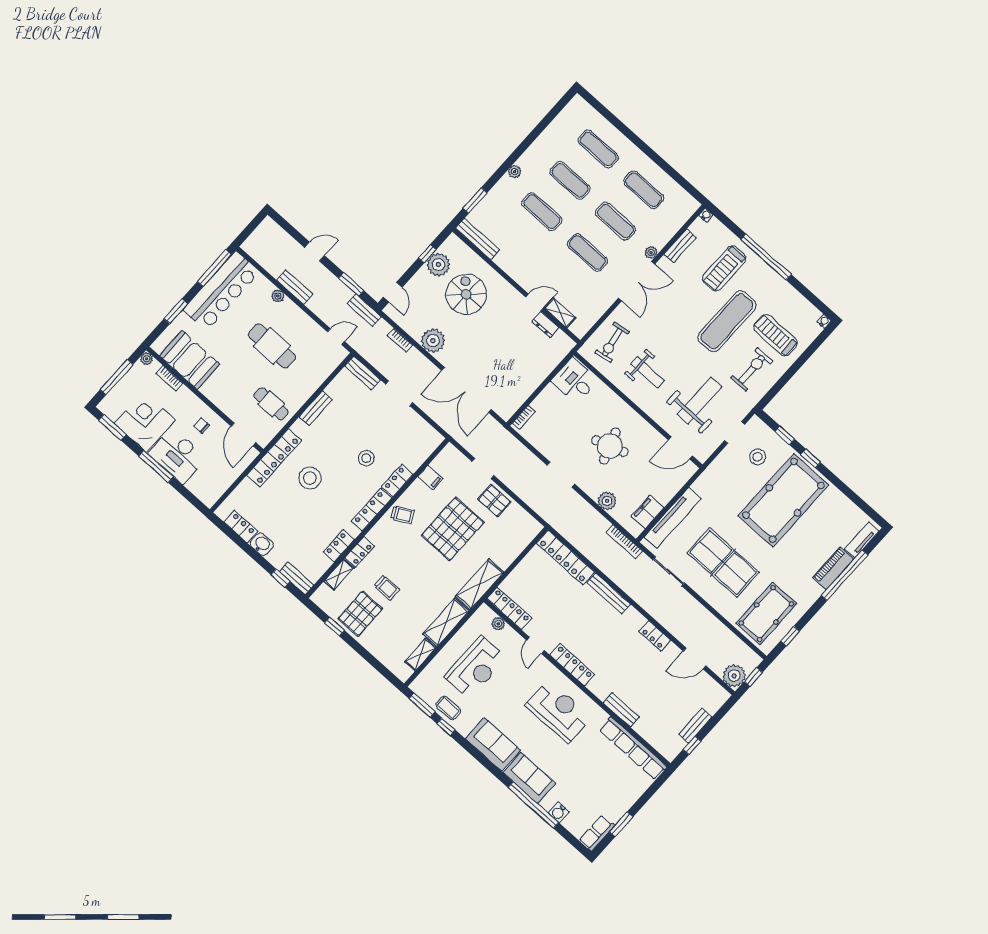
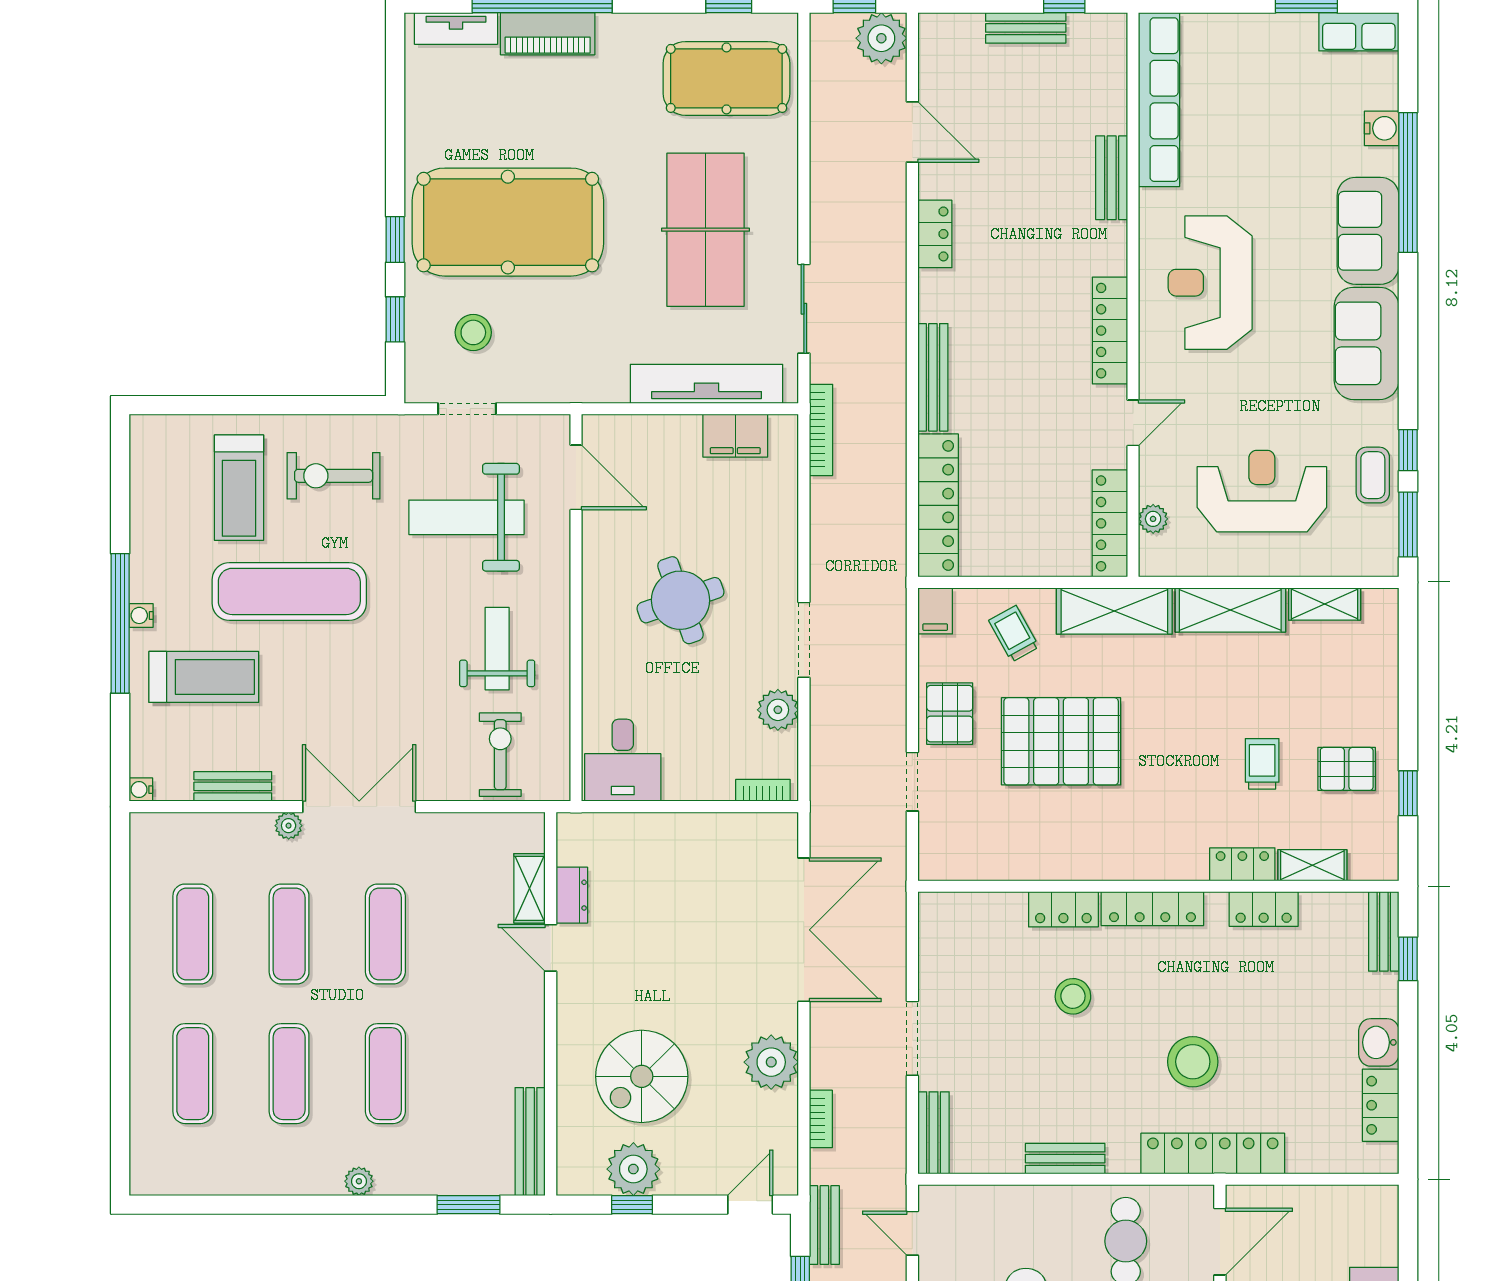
water cooler: (824, 321) -> (141, 615), moved
exercise bike: (612, 342) -> (500, 755), turned -80
filing cabinet: (430, 477) -> (935, 611), moved, turned 180
plant: (607, 501) -> (778, 710), moved
trolley: (403, 515) -> (1014, 634), moved
pallet: (360, 614) -> (1347, 769), width x0.67, depth x0.71

